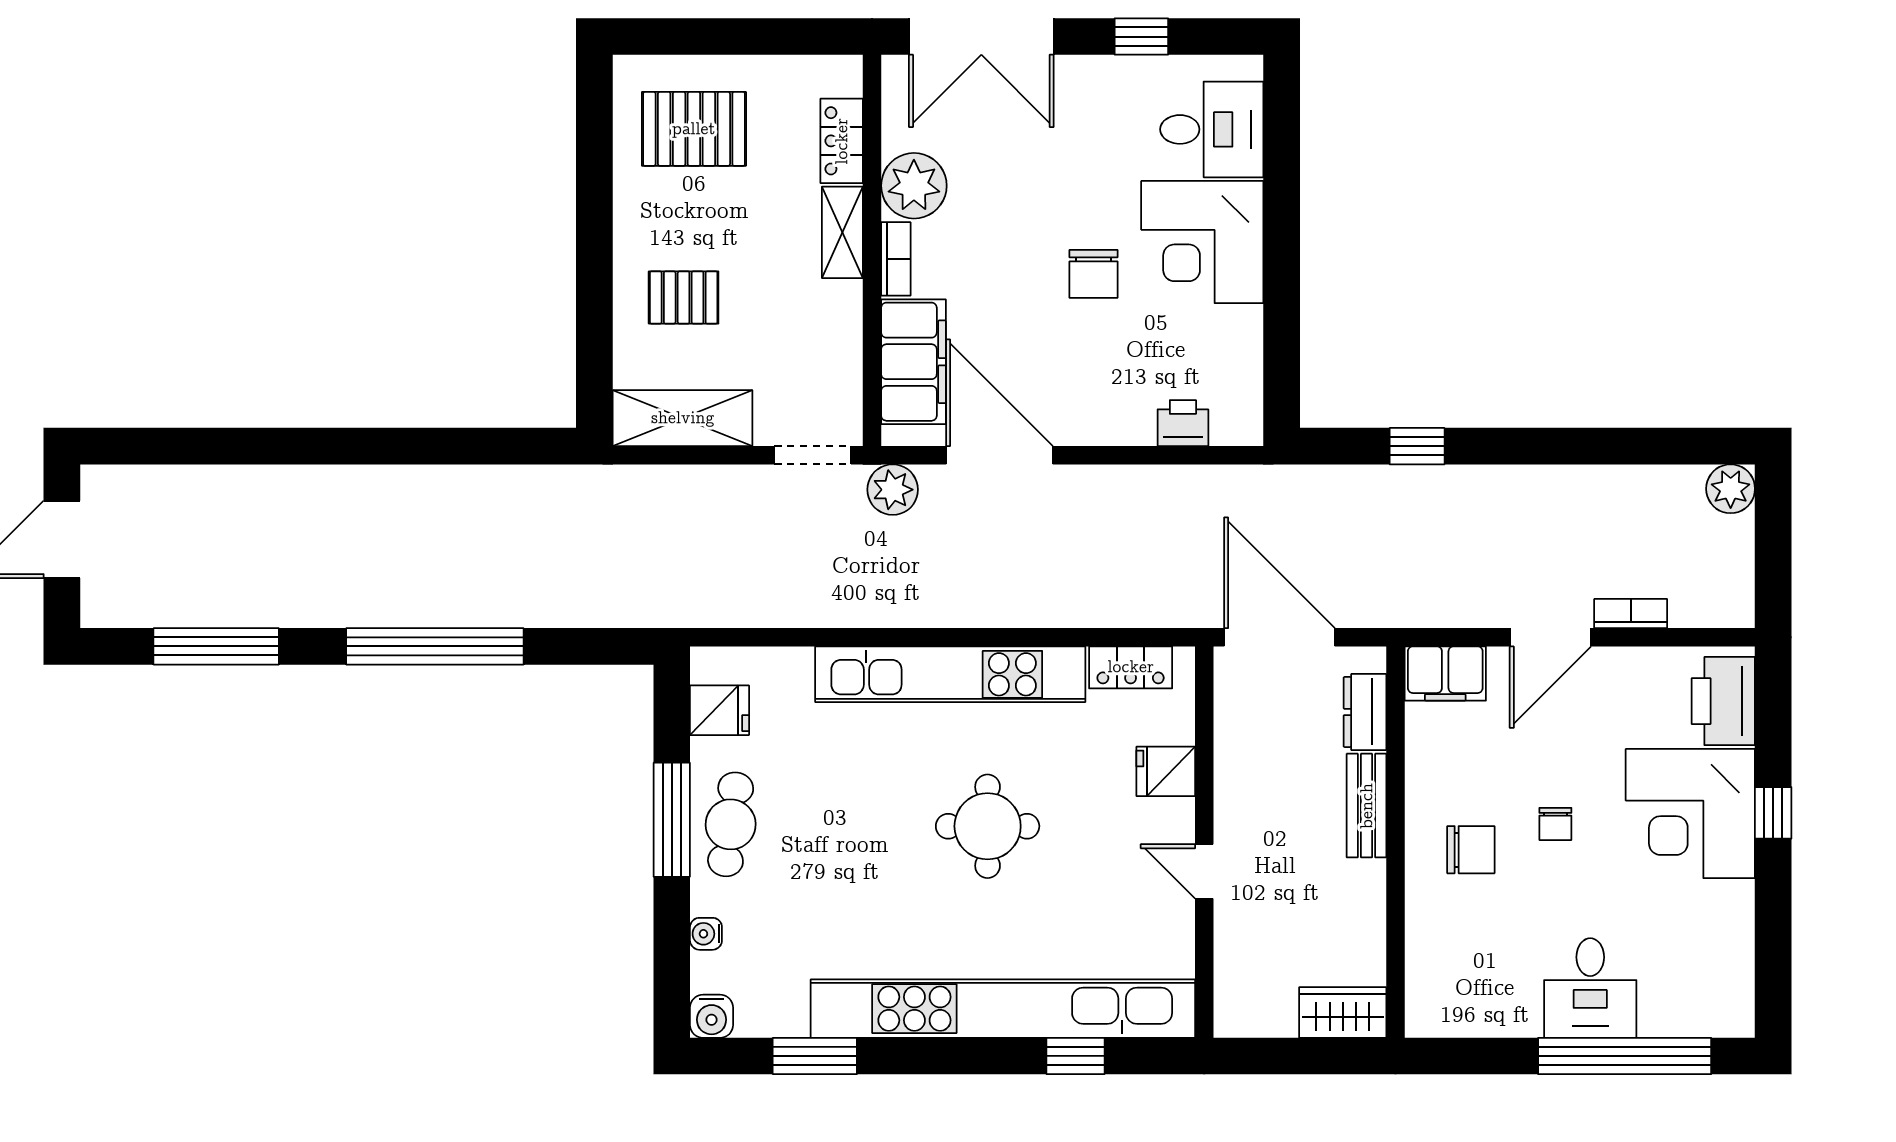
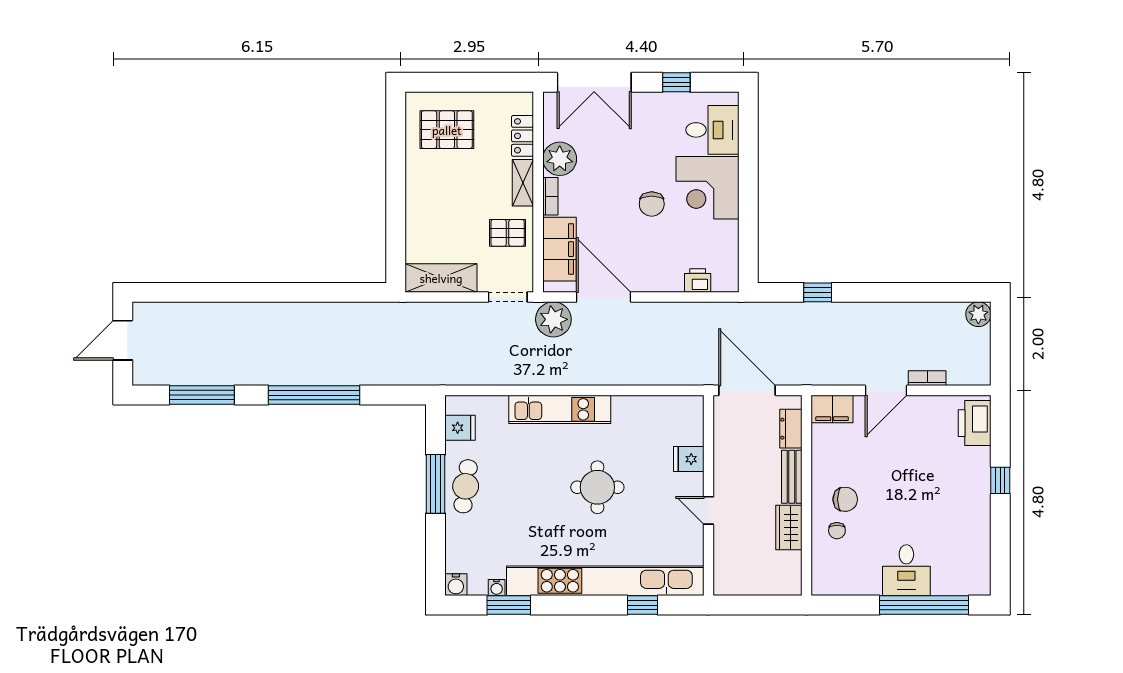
pallet: (684, 298) -> (508, 233), moved
plant: (893, 490) -> (553, 319), width x1.36, depth x1.36
locker: (1131, 667) -> (671, 406), removed
kitchen unit: (950, 674) -> (560, 409), width x0.73
corner desk: (1690, 814) -> (958, 481), removed
chair: (1555, 824) -> (837, 531), moved
water cooler: (706, 934) -> (497, 588), moved, turned -90
wardrobe: (1343, 1012) -> (789, 528), moved, turned -90

